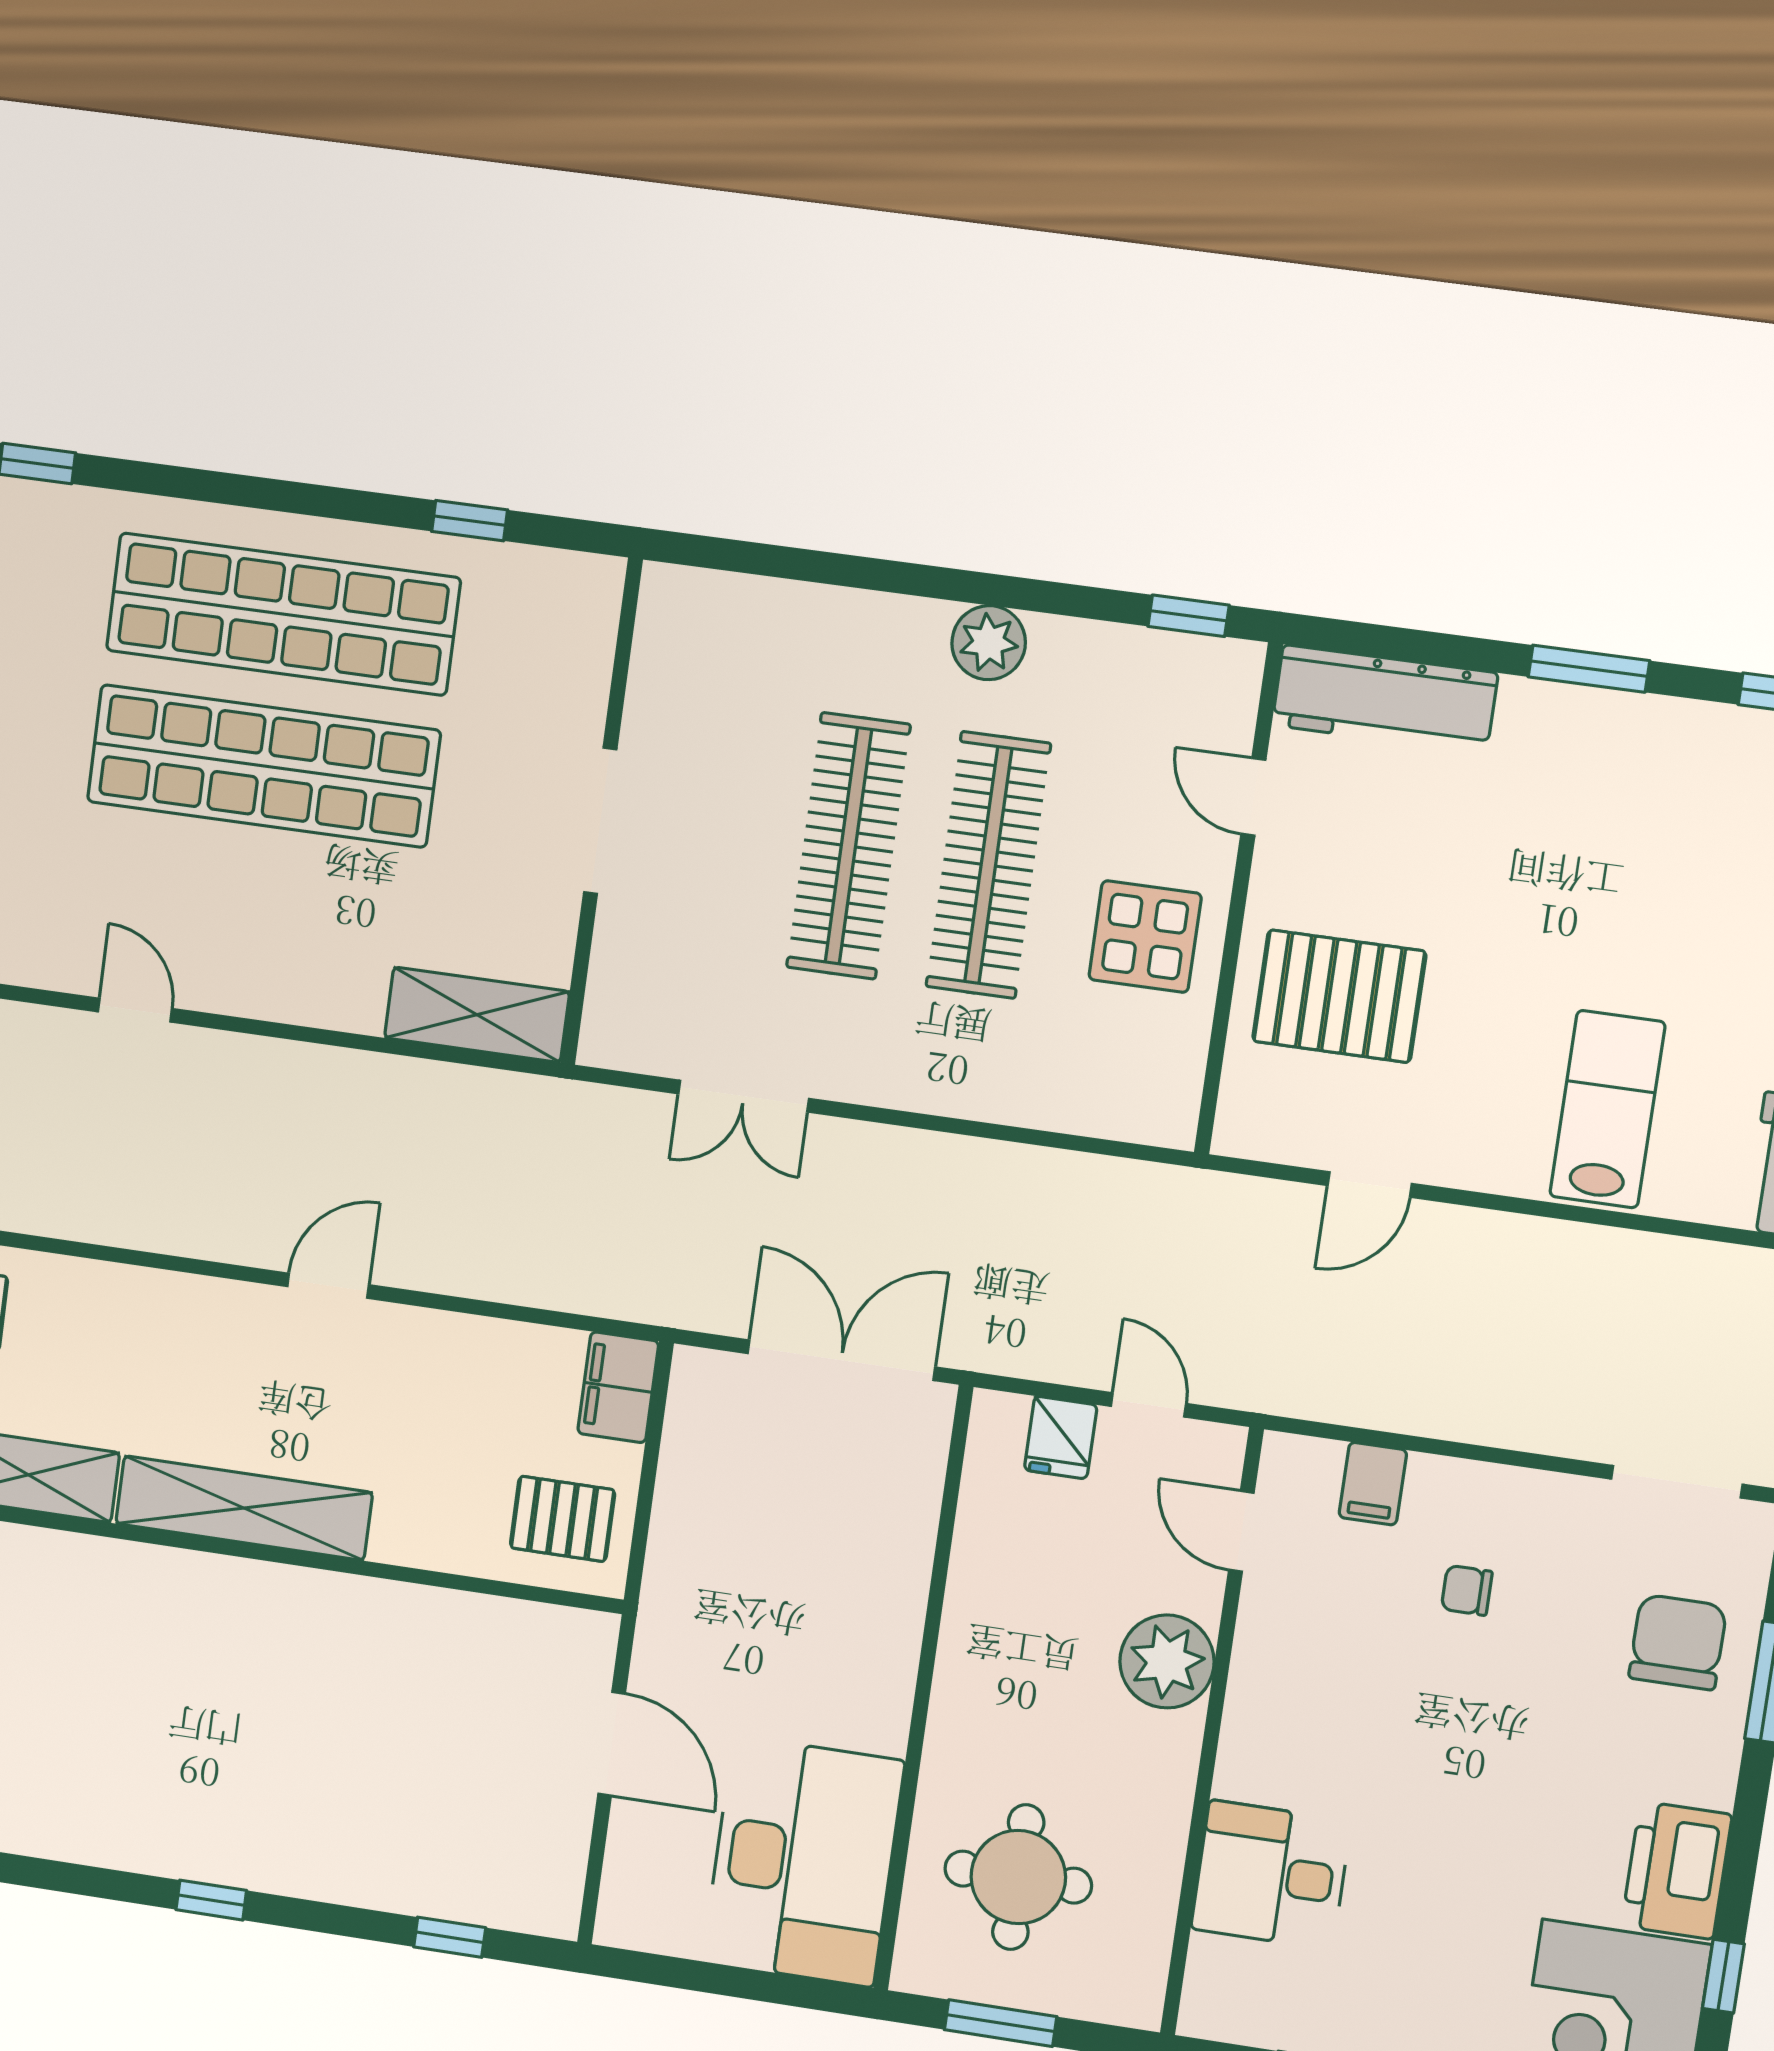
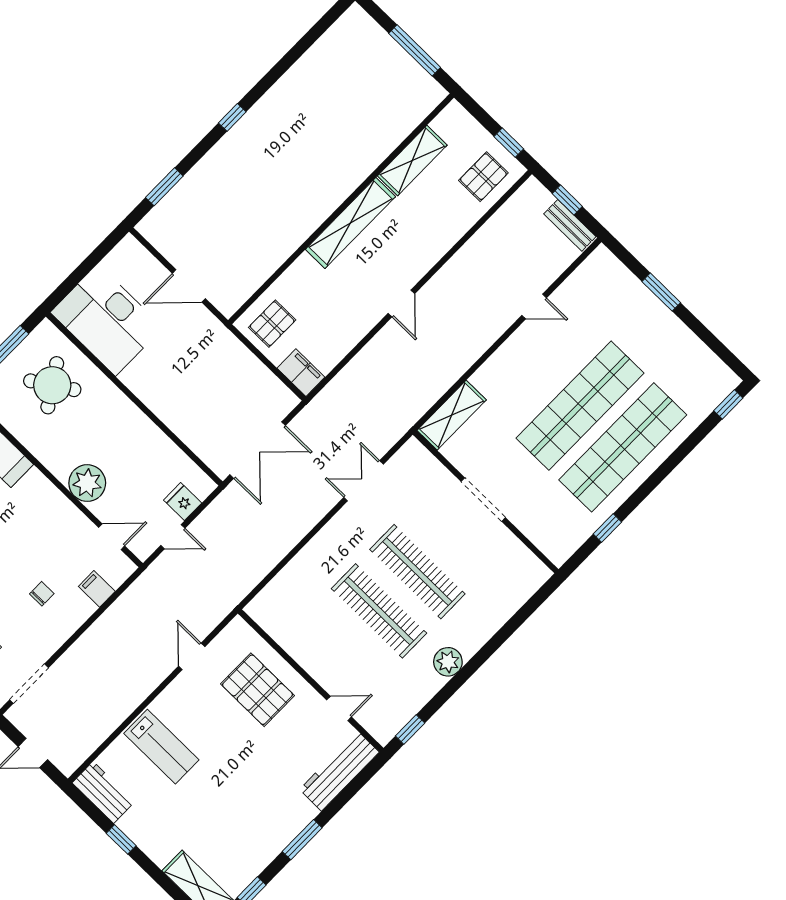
display table: (1145, 937) -> (321, 643), removed
pallet: (1339, 996) -> (257, 690), turned 90
round table: (1018, 1877) -> (52, 385), turned -33
window: (450, 1937) -> (164, 187), width x1.50

